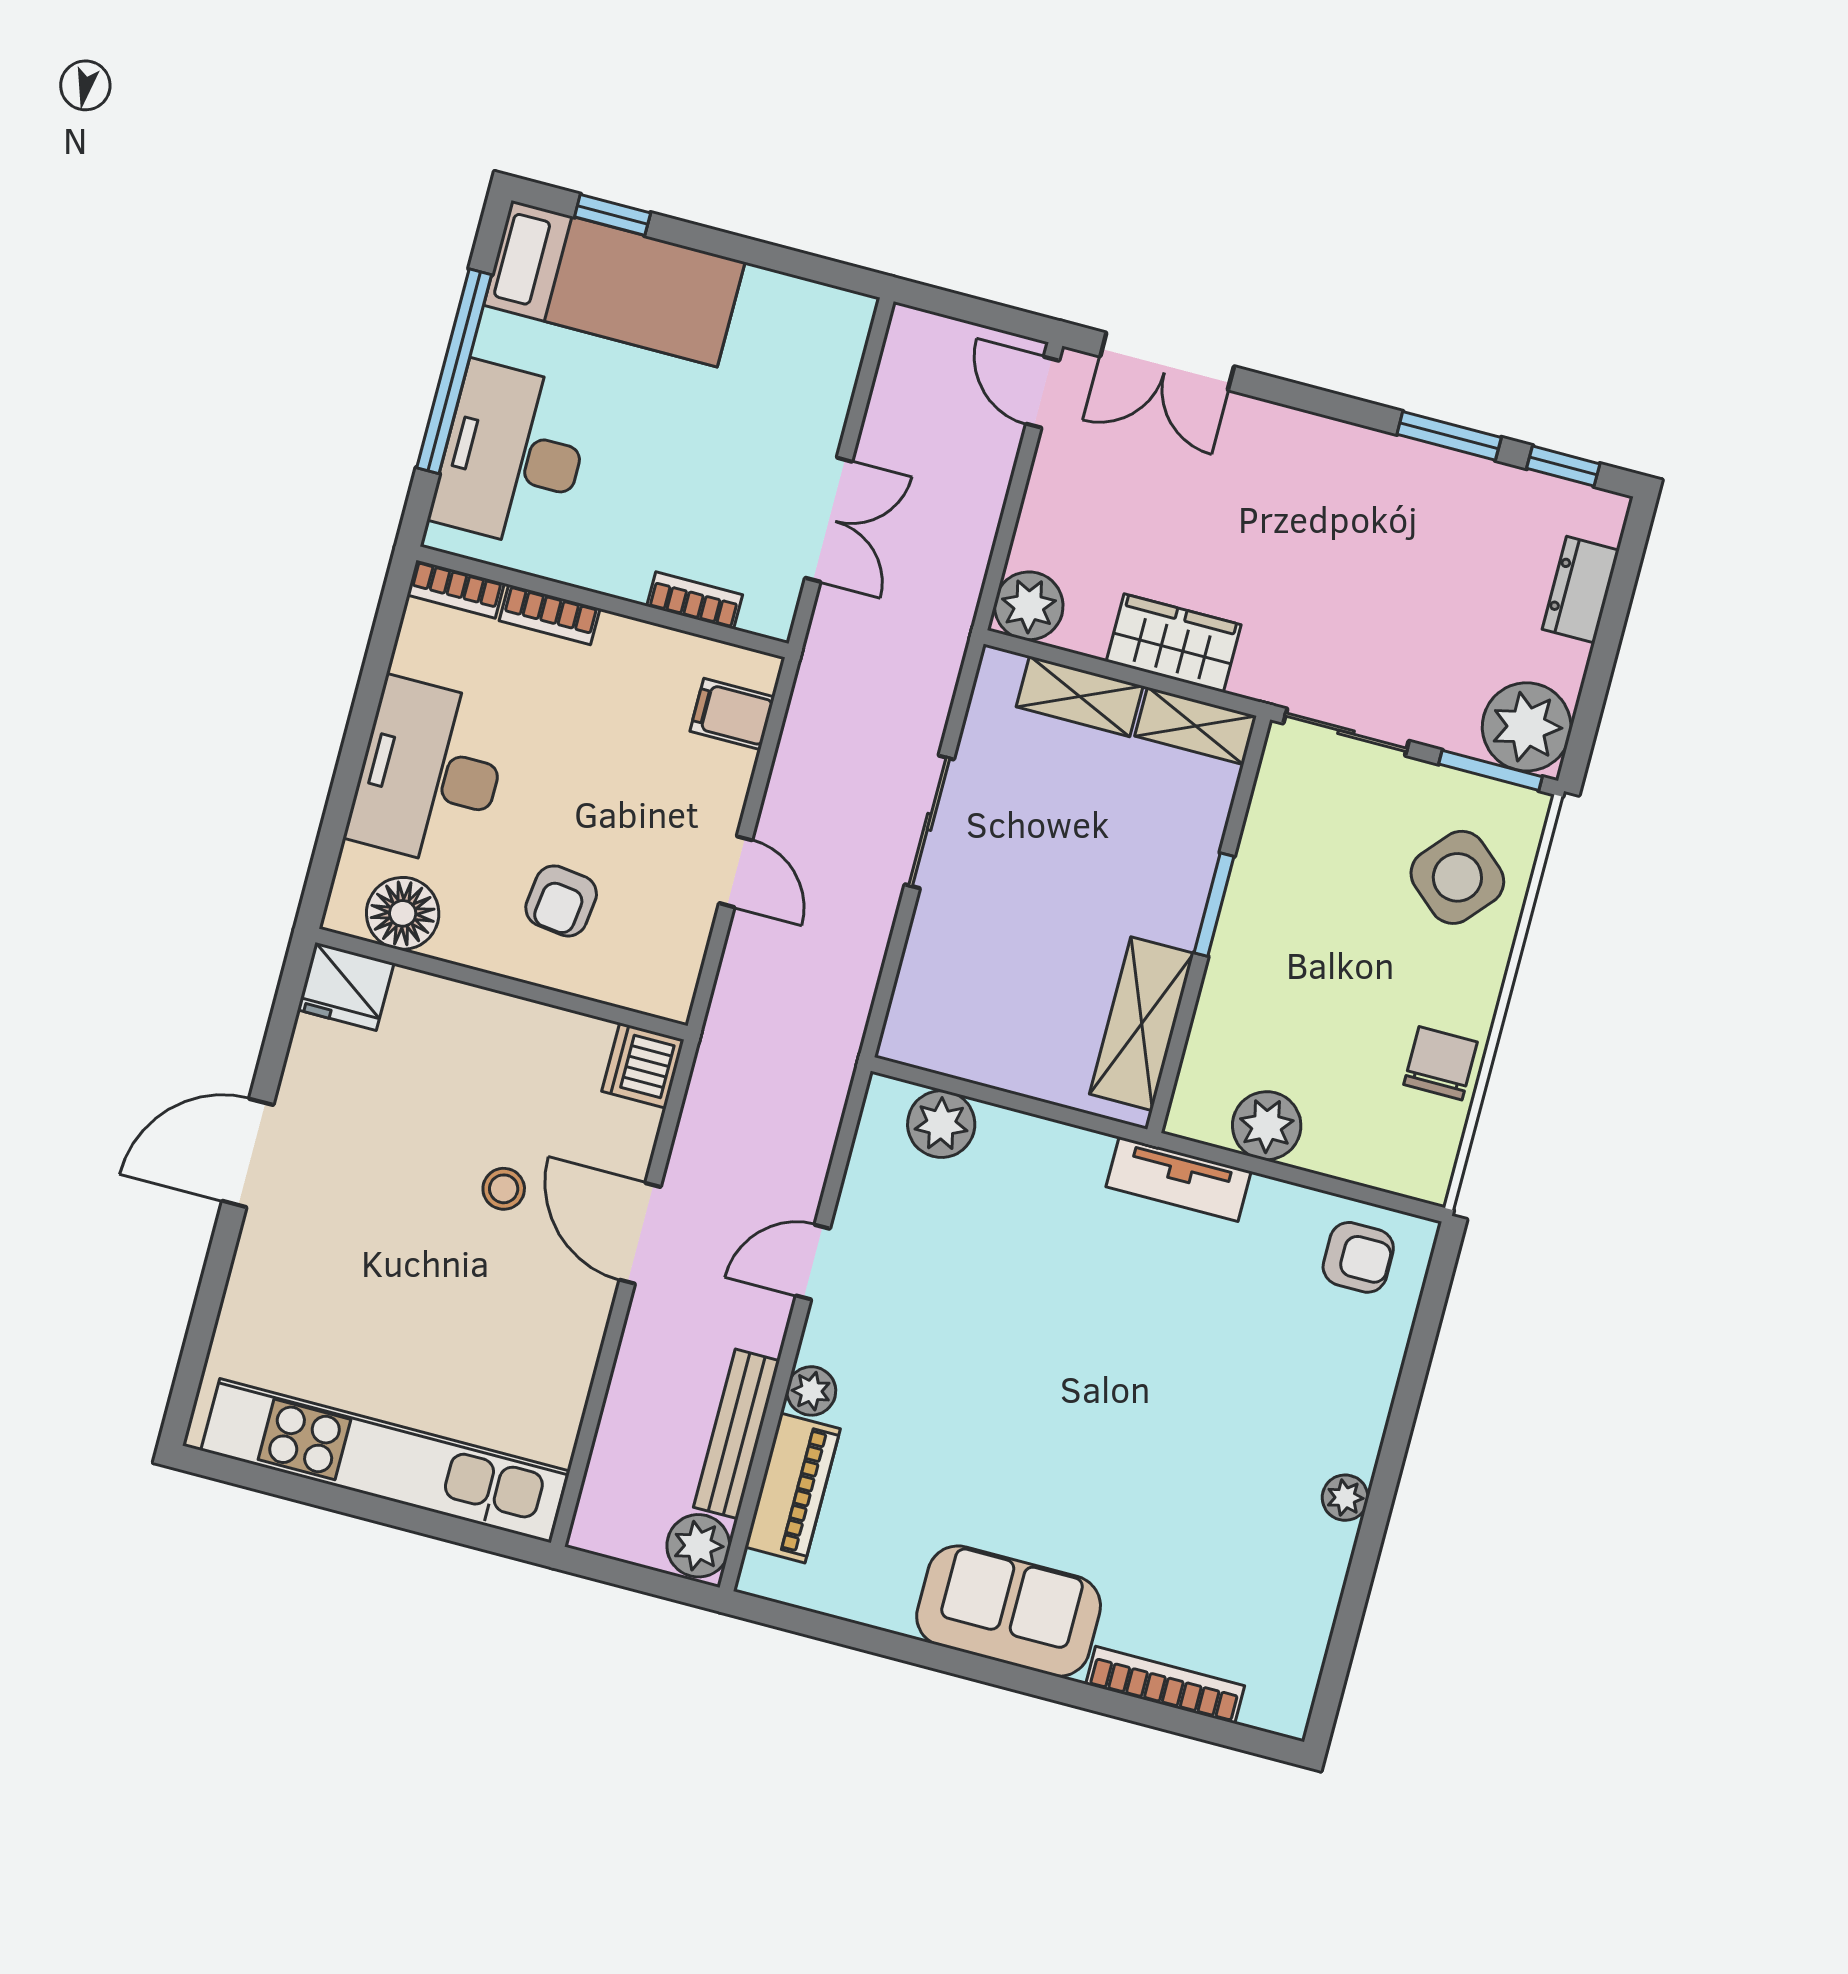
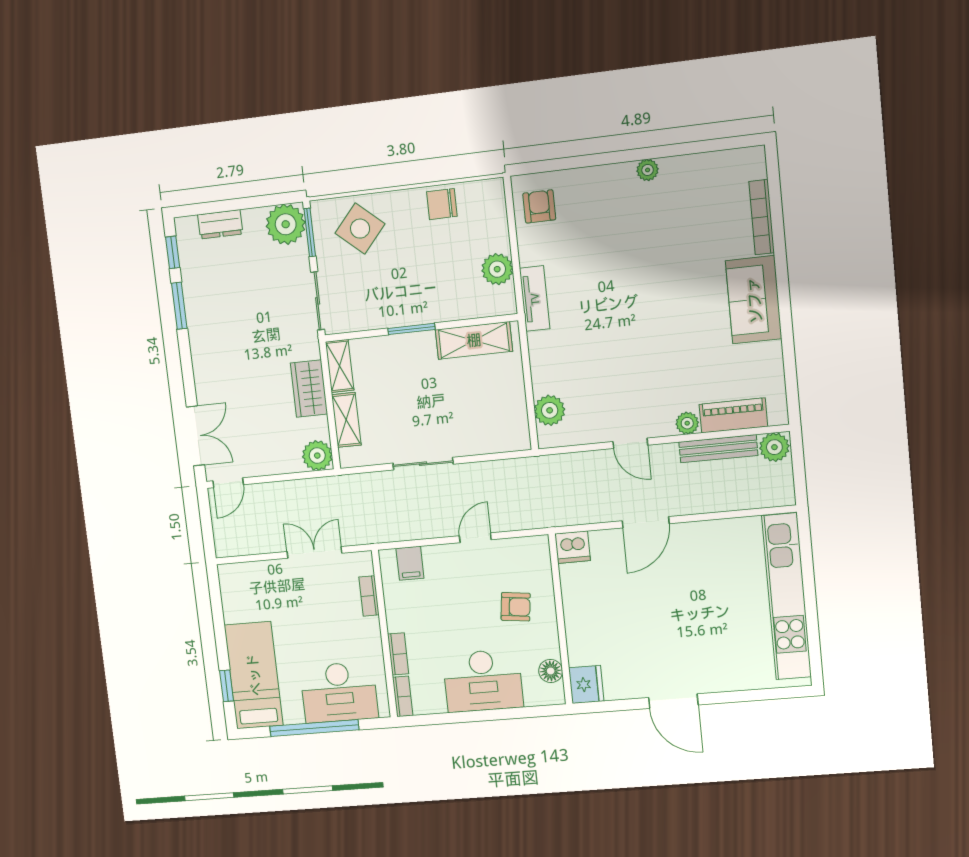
floor lamp: (403, 913) -> (551, 671), width x0.73, depth x0.73
stool: (504, 1189) -> (648, 587), removed

